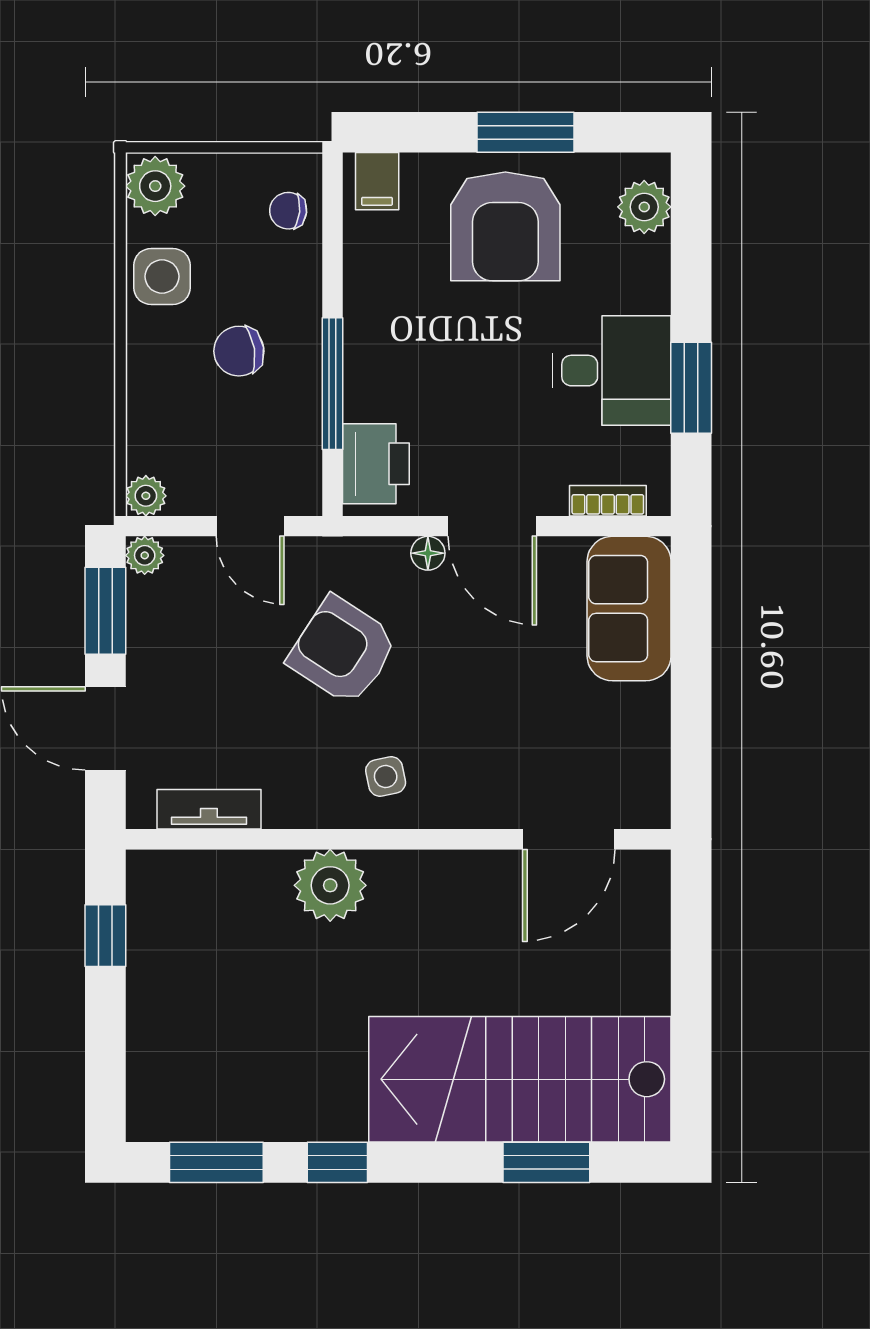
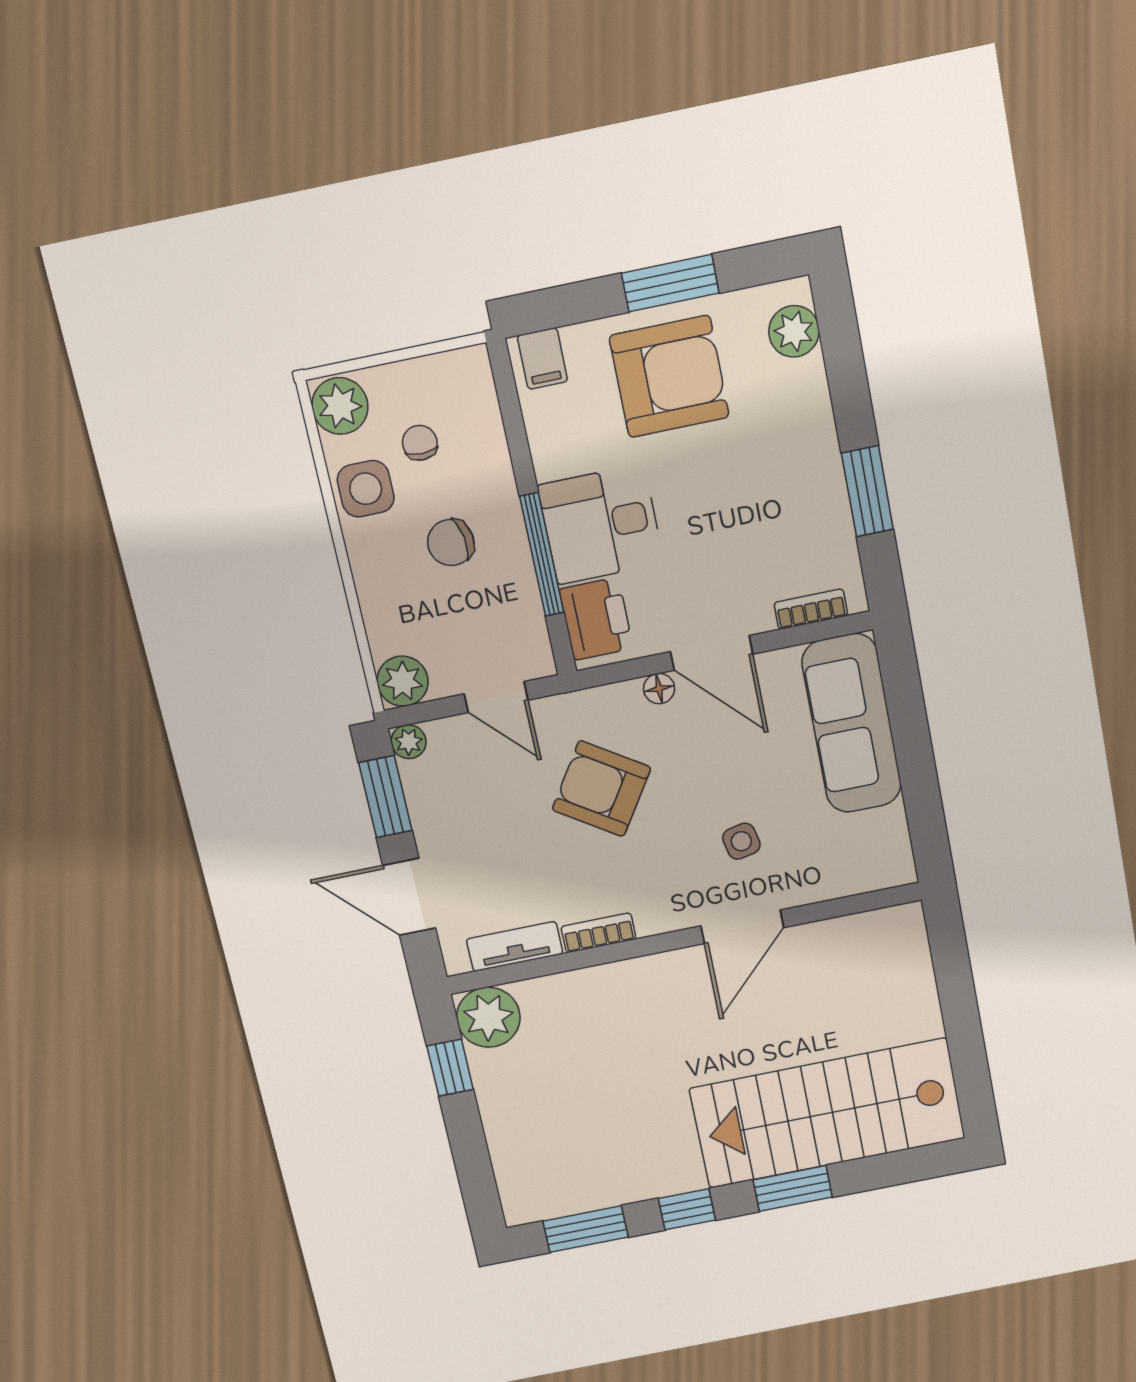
chair: (288, 211) -> (420, 443), moved, turned 84
armchair: (505, 226) -> (669, 377), turned -90
desk: (612, 371) -> (601, 524), moved, turned 180
plant: (146, 496) -> (403, 681), width x1.38, depth x1.38
sofa: (629, 609) -> (852, 723), width x1.36
side table: (386, 777) -> (741, 841), moved
bookcase: (305, 813) -> (598, 933), added
door: (569, 839) -> (742, 927), moved
plant: (330, 885) -> (488, 1017), moved
window: (546, 1162) -> (793, 1188), moved

